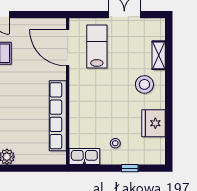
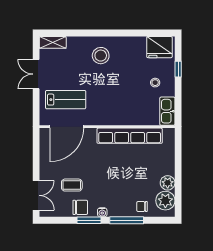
lab bench: (97, 47) -> (66, 100), turned 180
shelving: (159, 55) -> (53, 42), moved
fridge: (154, 123) -> (159, 47), moved

